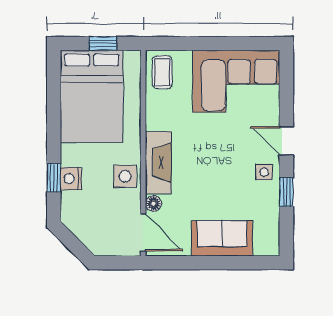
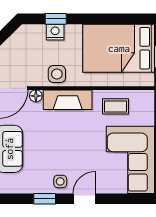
coffee table: (162, 72) -> (116, 106), moved

